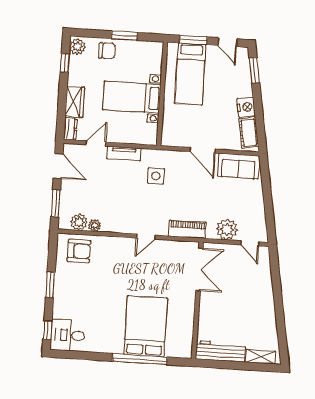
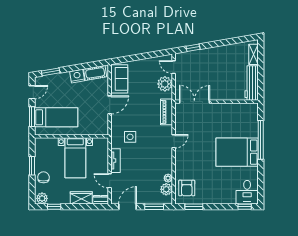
door: (146, 237) -> (174, 141), hinge flipped
door: (250, 243) -> (174, 67), swing flipped
armchair: (79, 251) -> (187, 188), turned 180
window: (275, 272) -> (193, 48), added
window: (50, 285) -> (194, 207), moved
bed: (146, 326) -> (237, 152), moved

